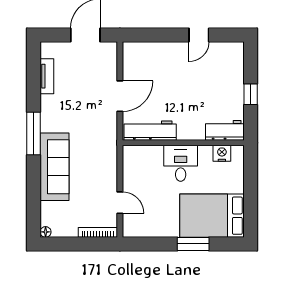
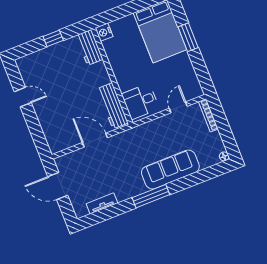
nightstand: (222, 153) -> (104, 32), moved
desk: (181, 163) -> (140, 101), moved

